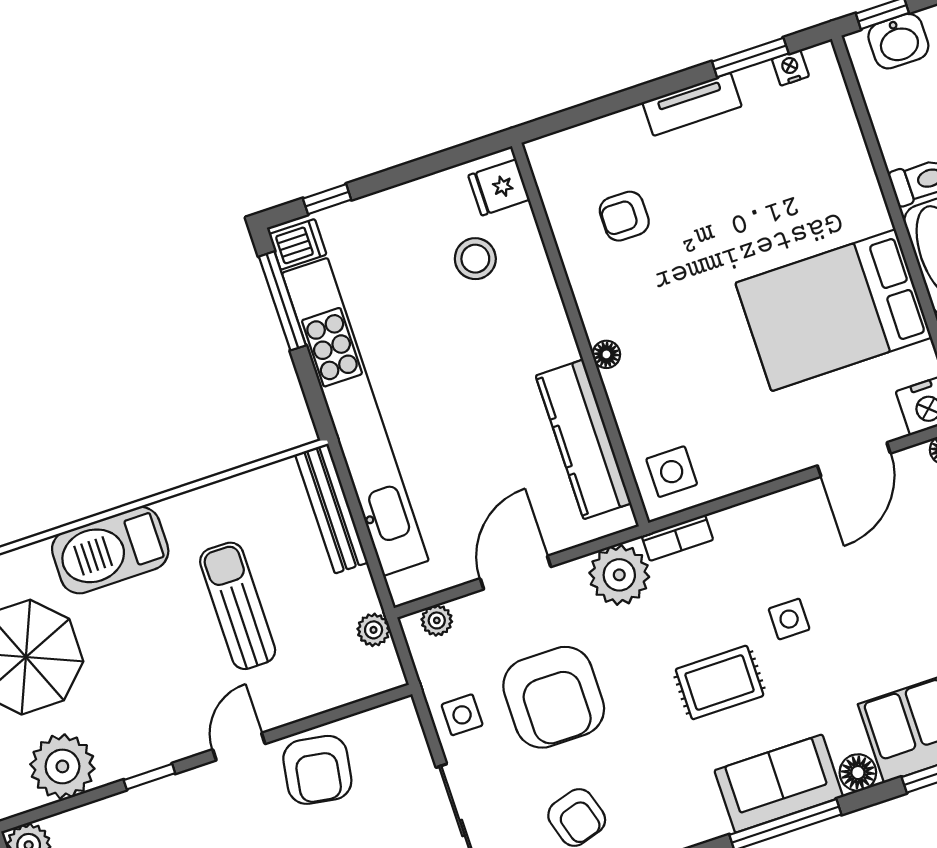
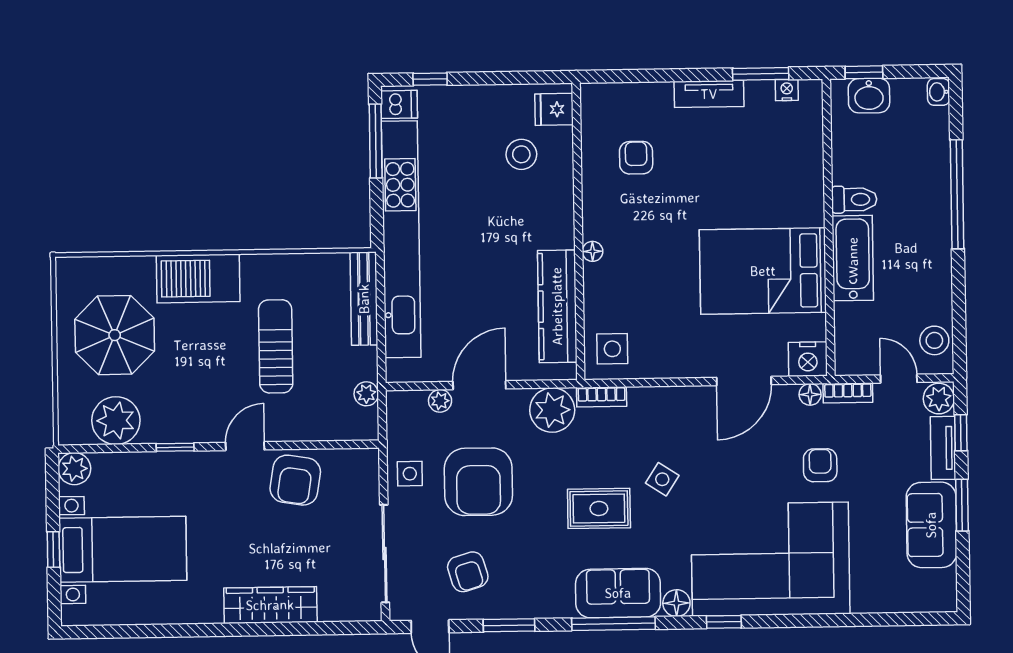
armchair: (624, 216) -> (636, 158), turned 90
side table: (789, 619) -> (662, 479), turned 33
plant: (437, 620) -> (440, 401), moved

